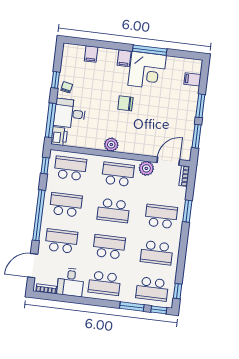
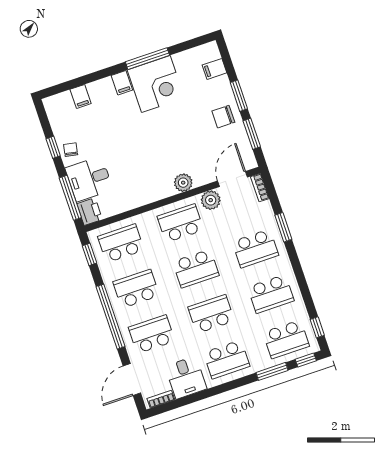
chair: (125, 103) -> (223, 117), moved
plant: (111, 145) -> (183, 183), moved
school desk: (161, 216) -> (255, 248), turned 180

